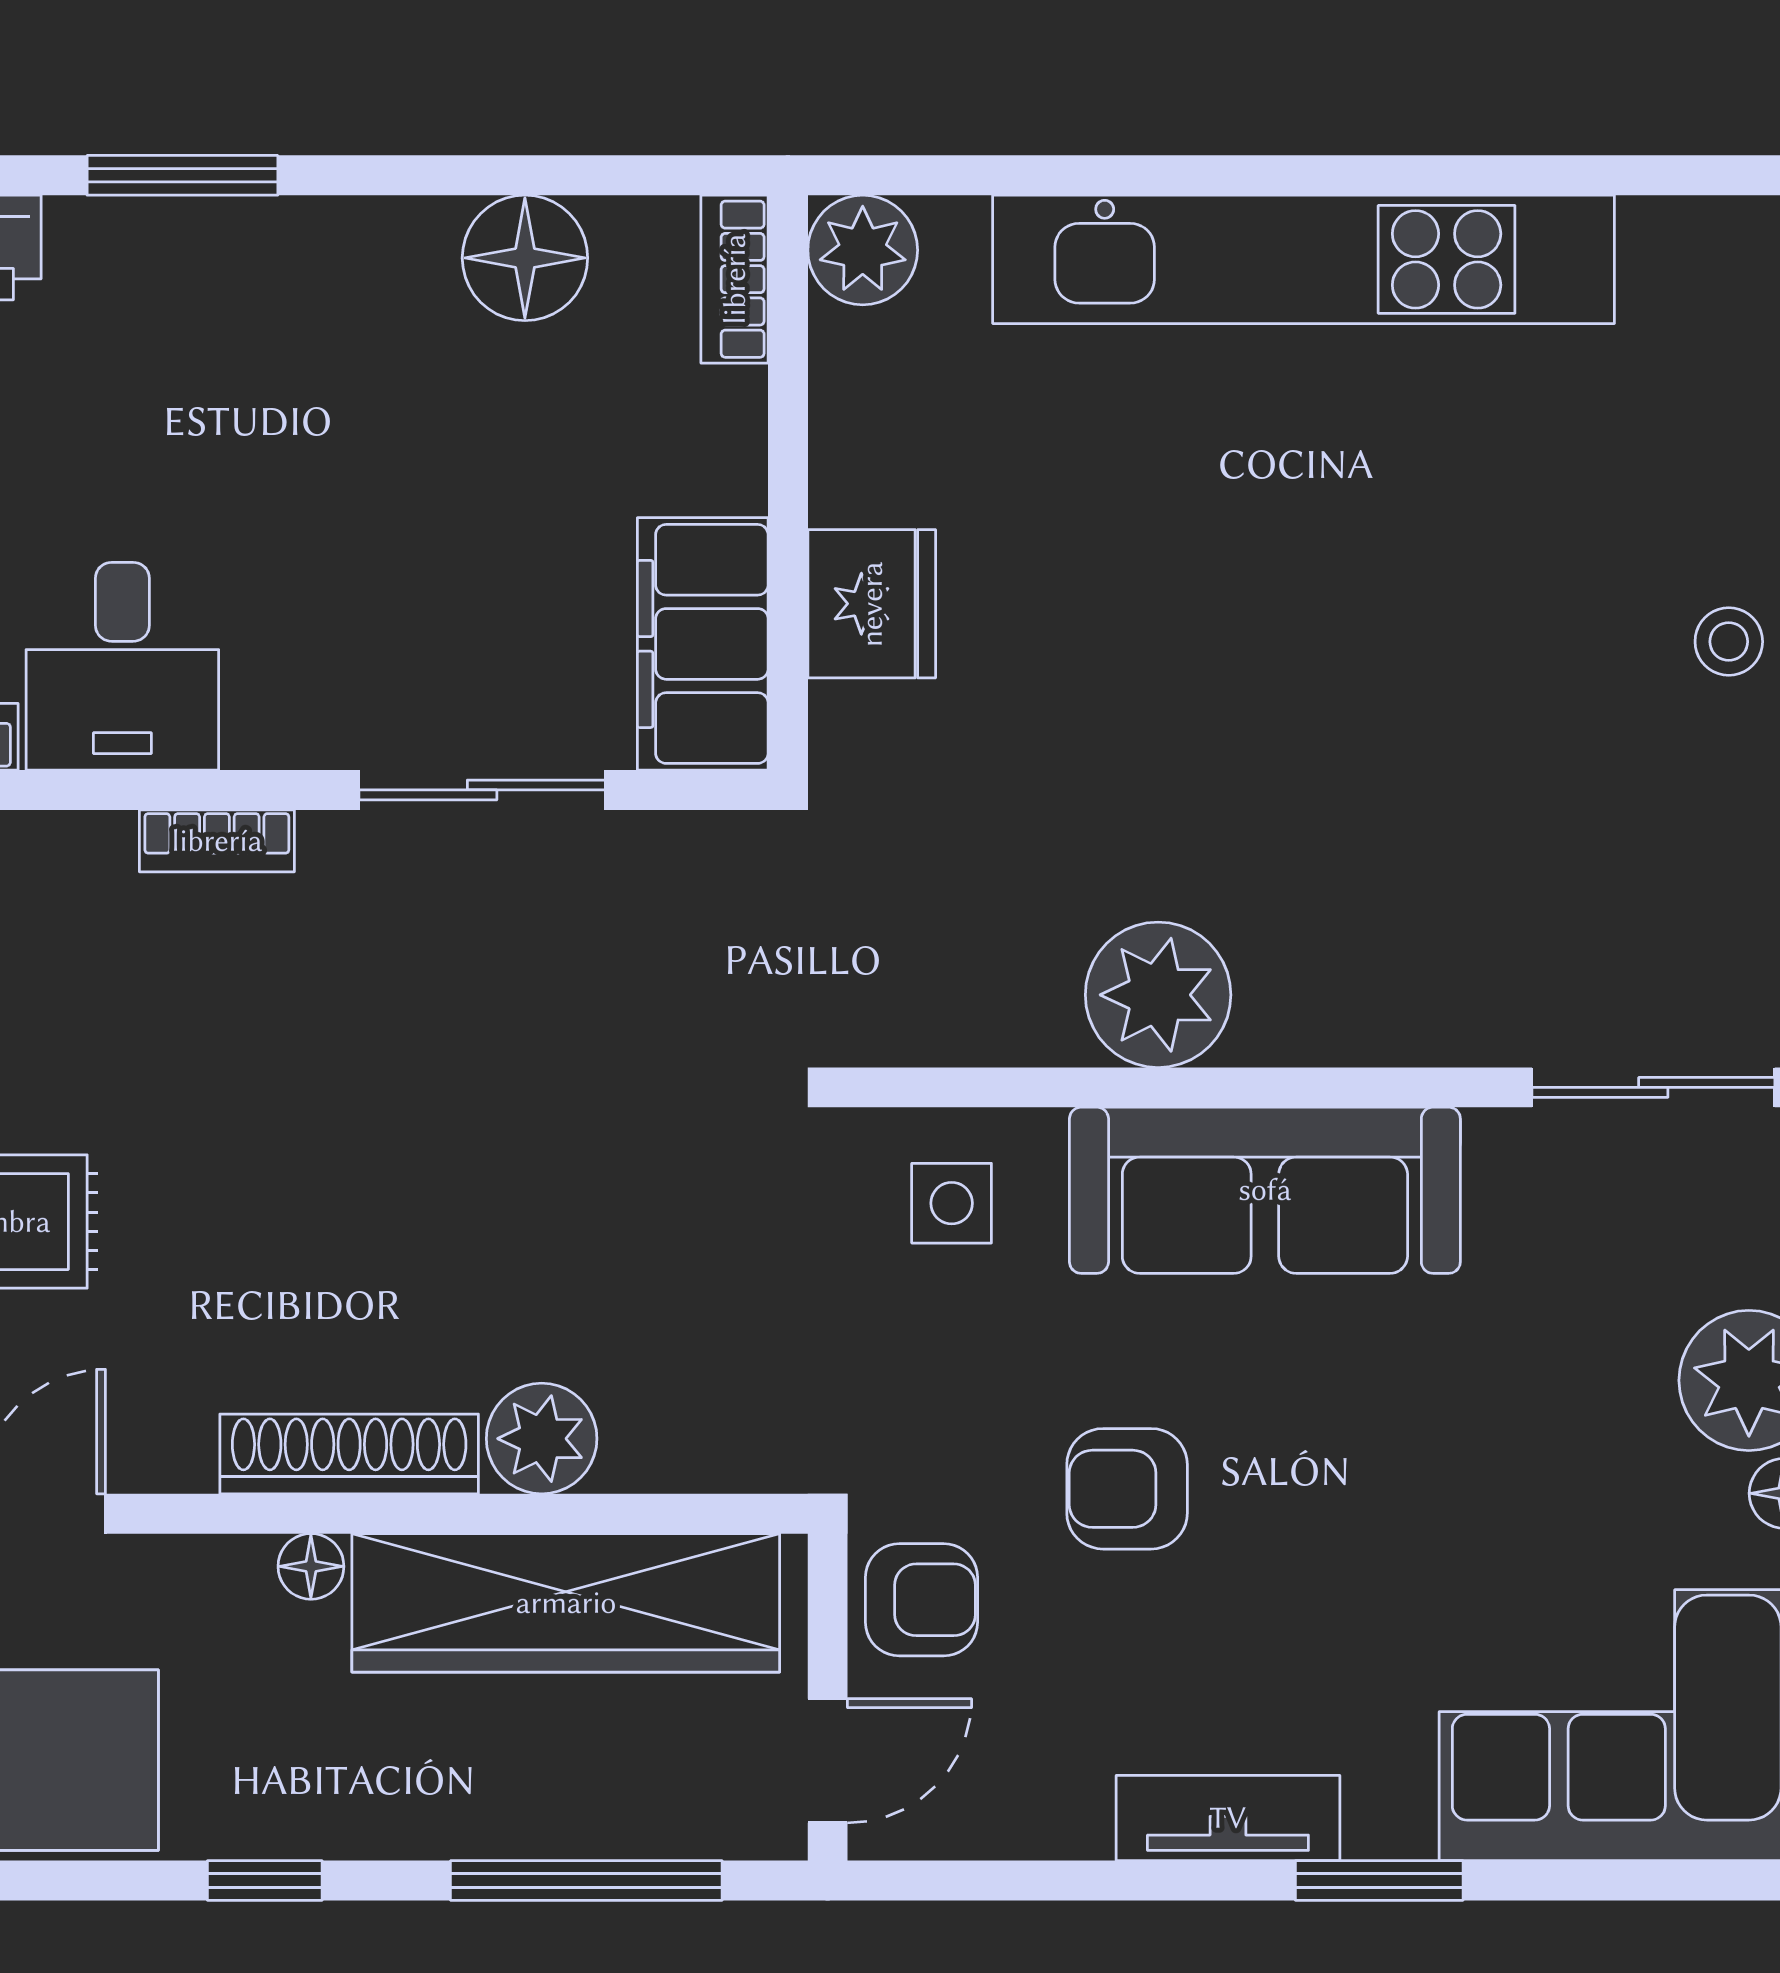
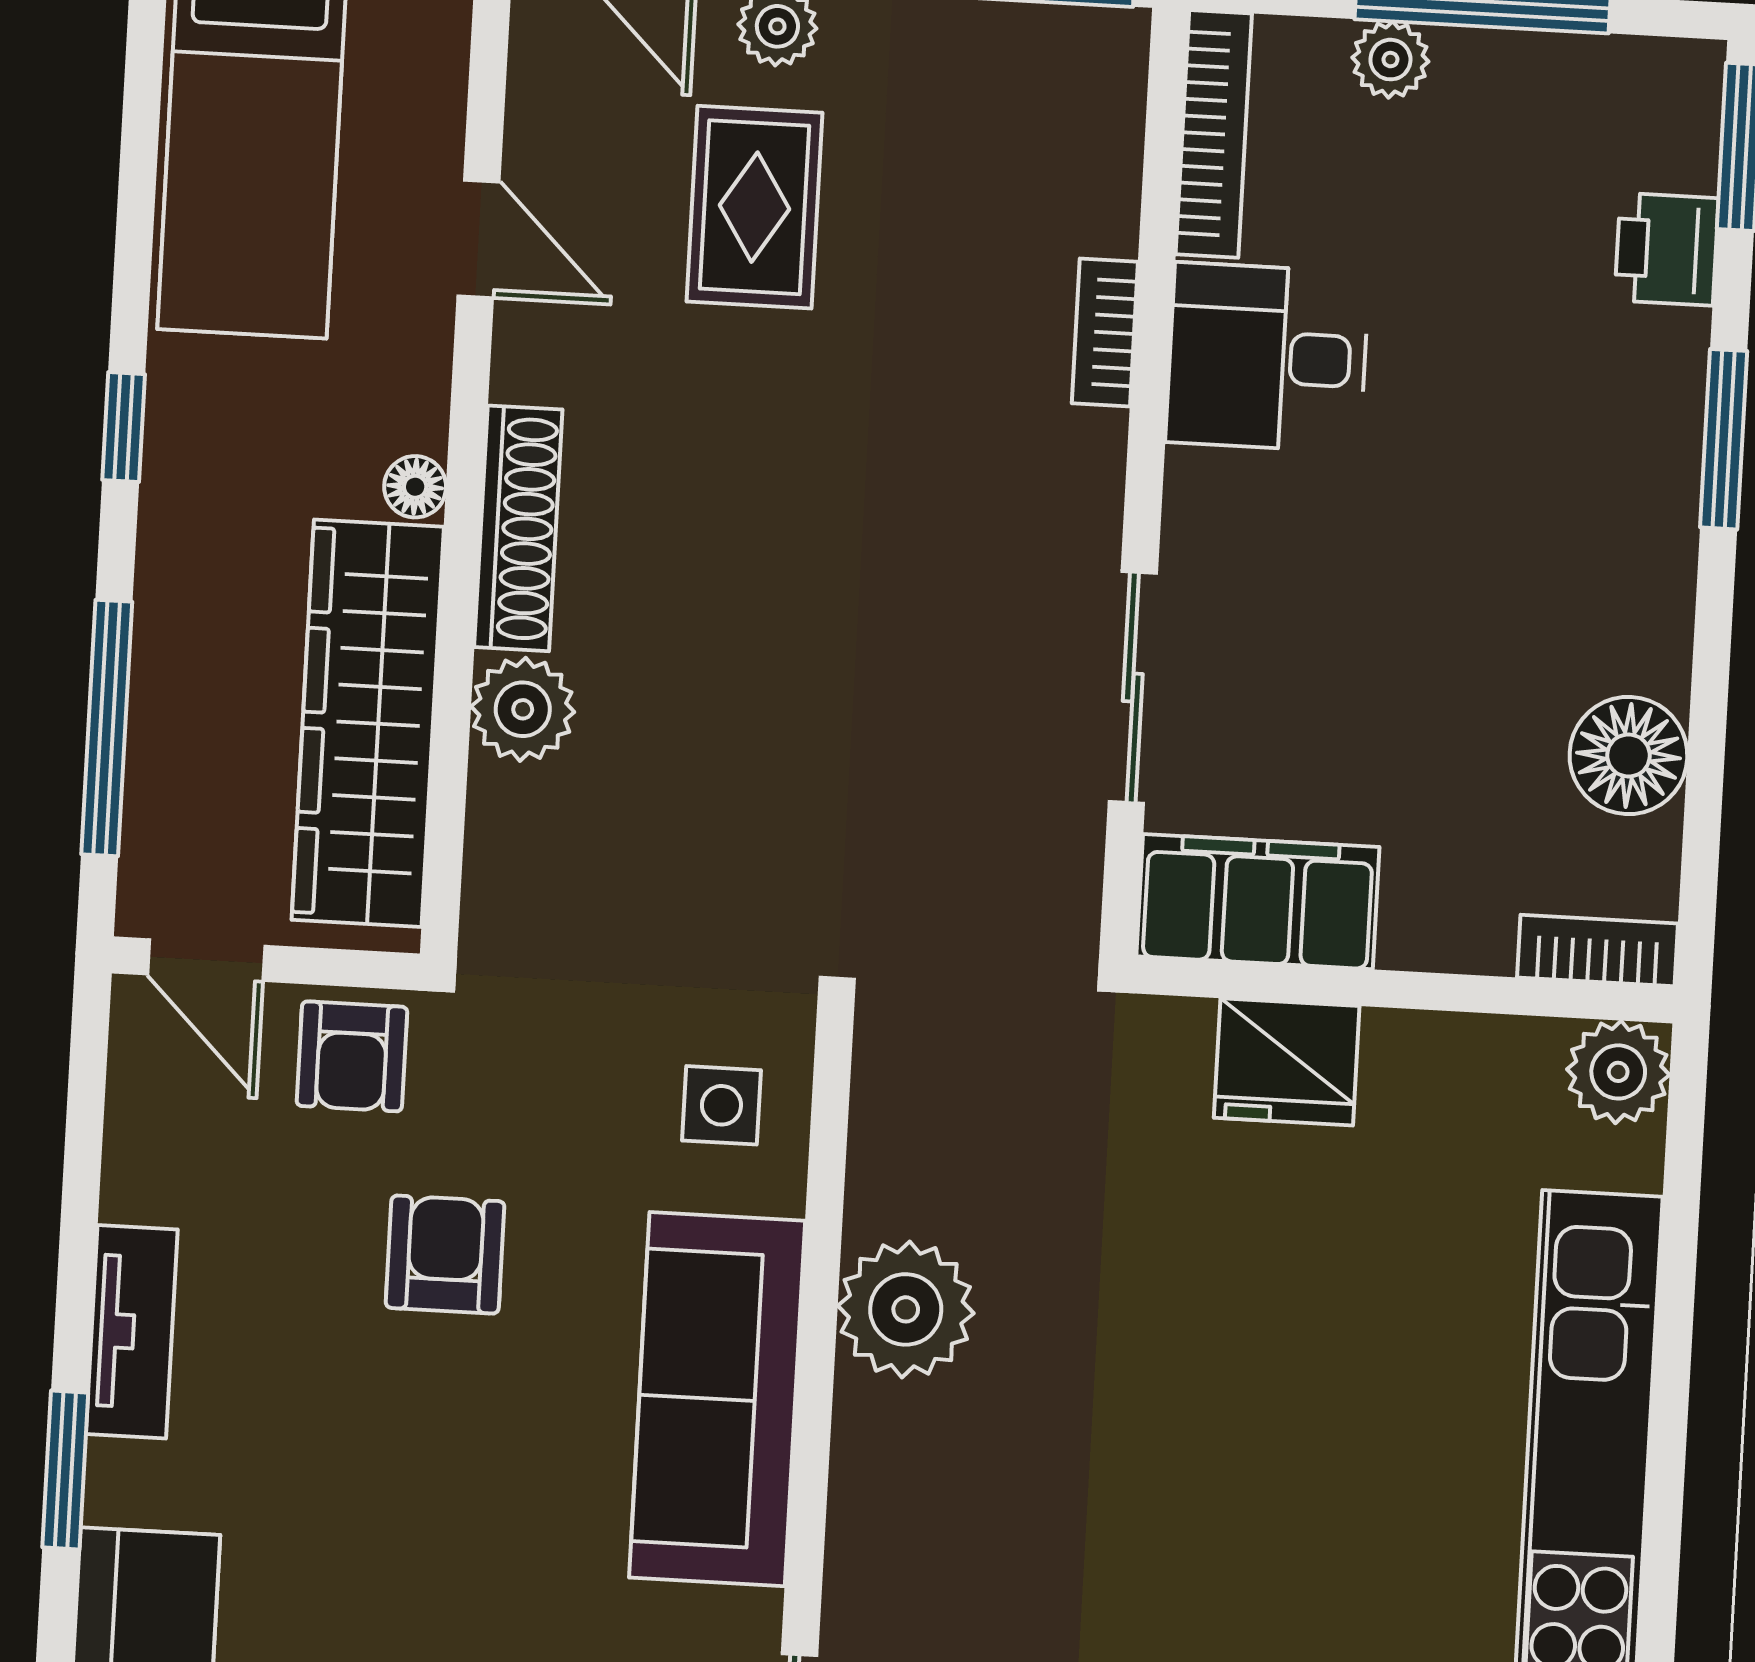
bookcase: (217, 841) -> (1105, 333), moved

